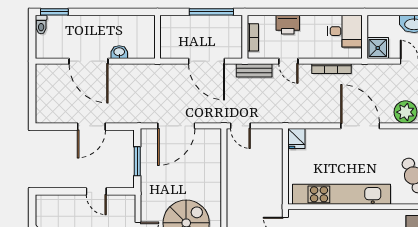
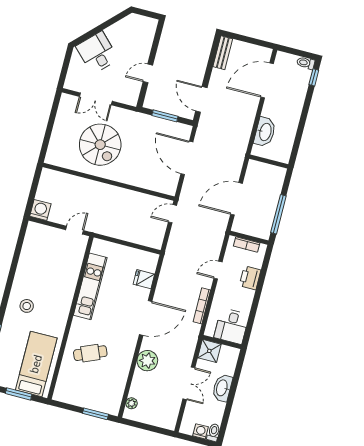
window: (54, 12) -> (314, 77), width x0.67
washbasin: (119, 52) -> (265, 132), width x1.91, depth x1.45
door: (88, 61) -> (267, 80), moved
bench: (254, 70) -> (223, 53), moved
door: (91, 127) -> (201, 99), moved
fridge: (296, 138) -> (144, 279), moved
kitchen unit: (341, 194) -> (90, 286), width x0.73

